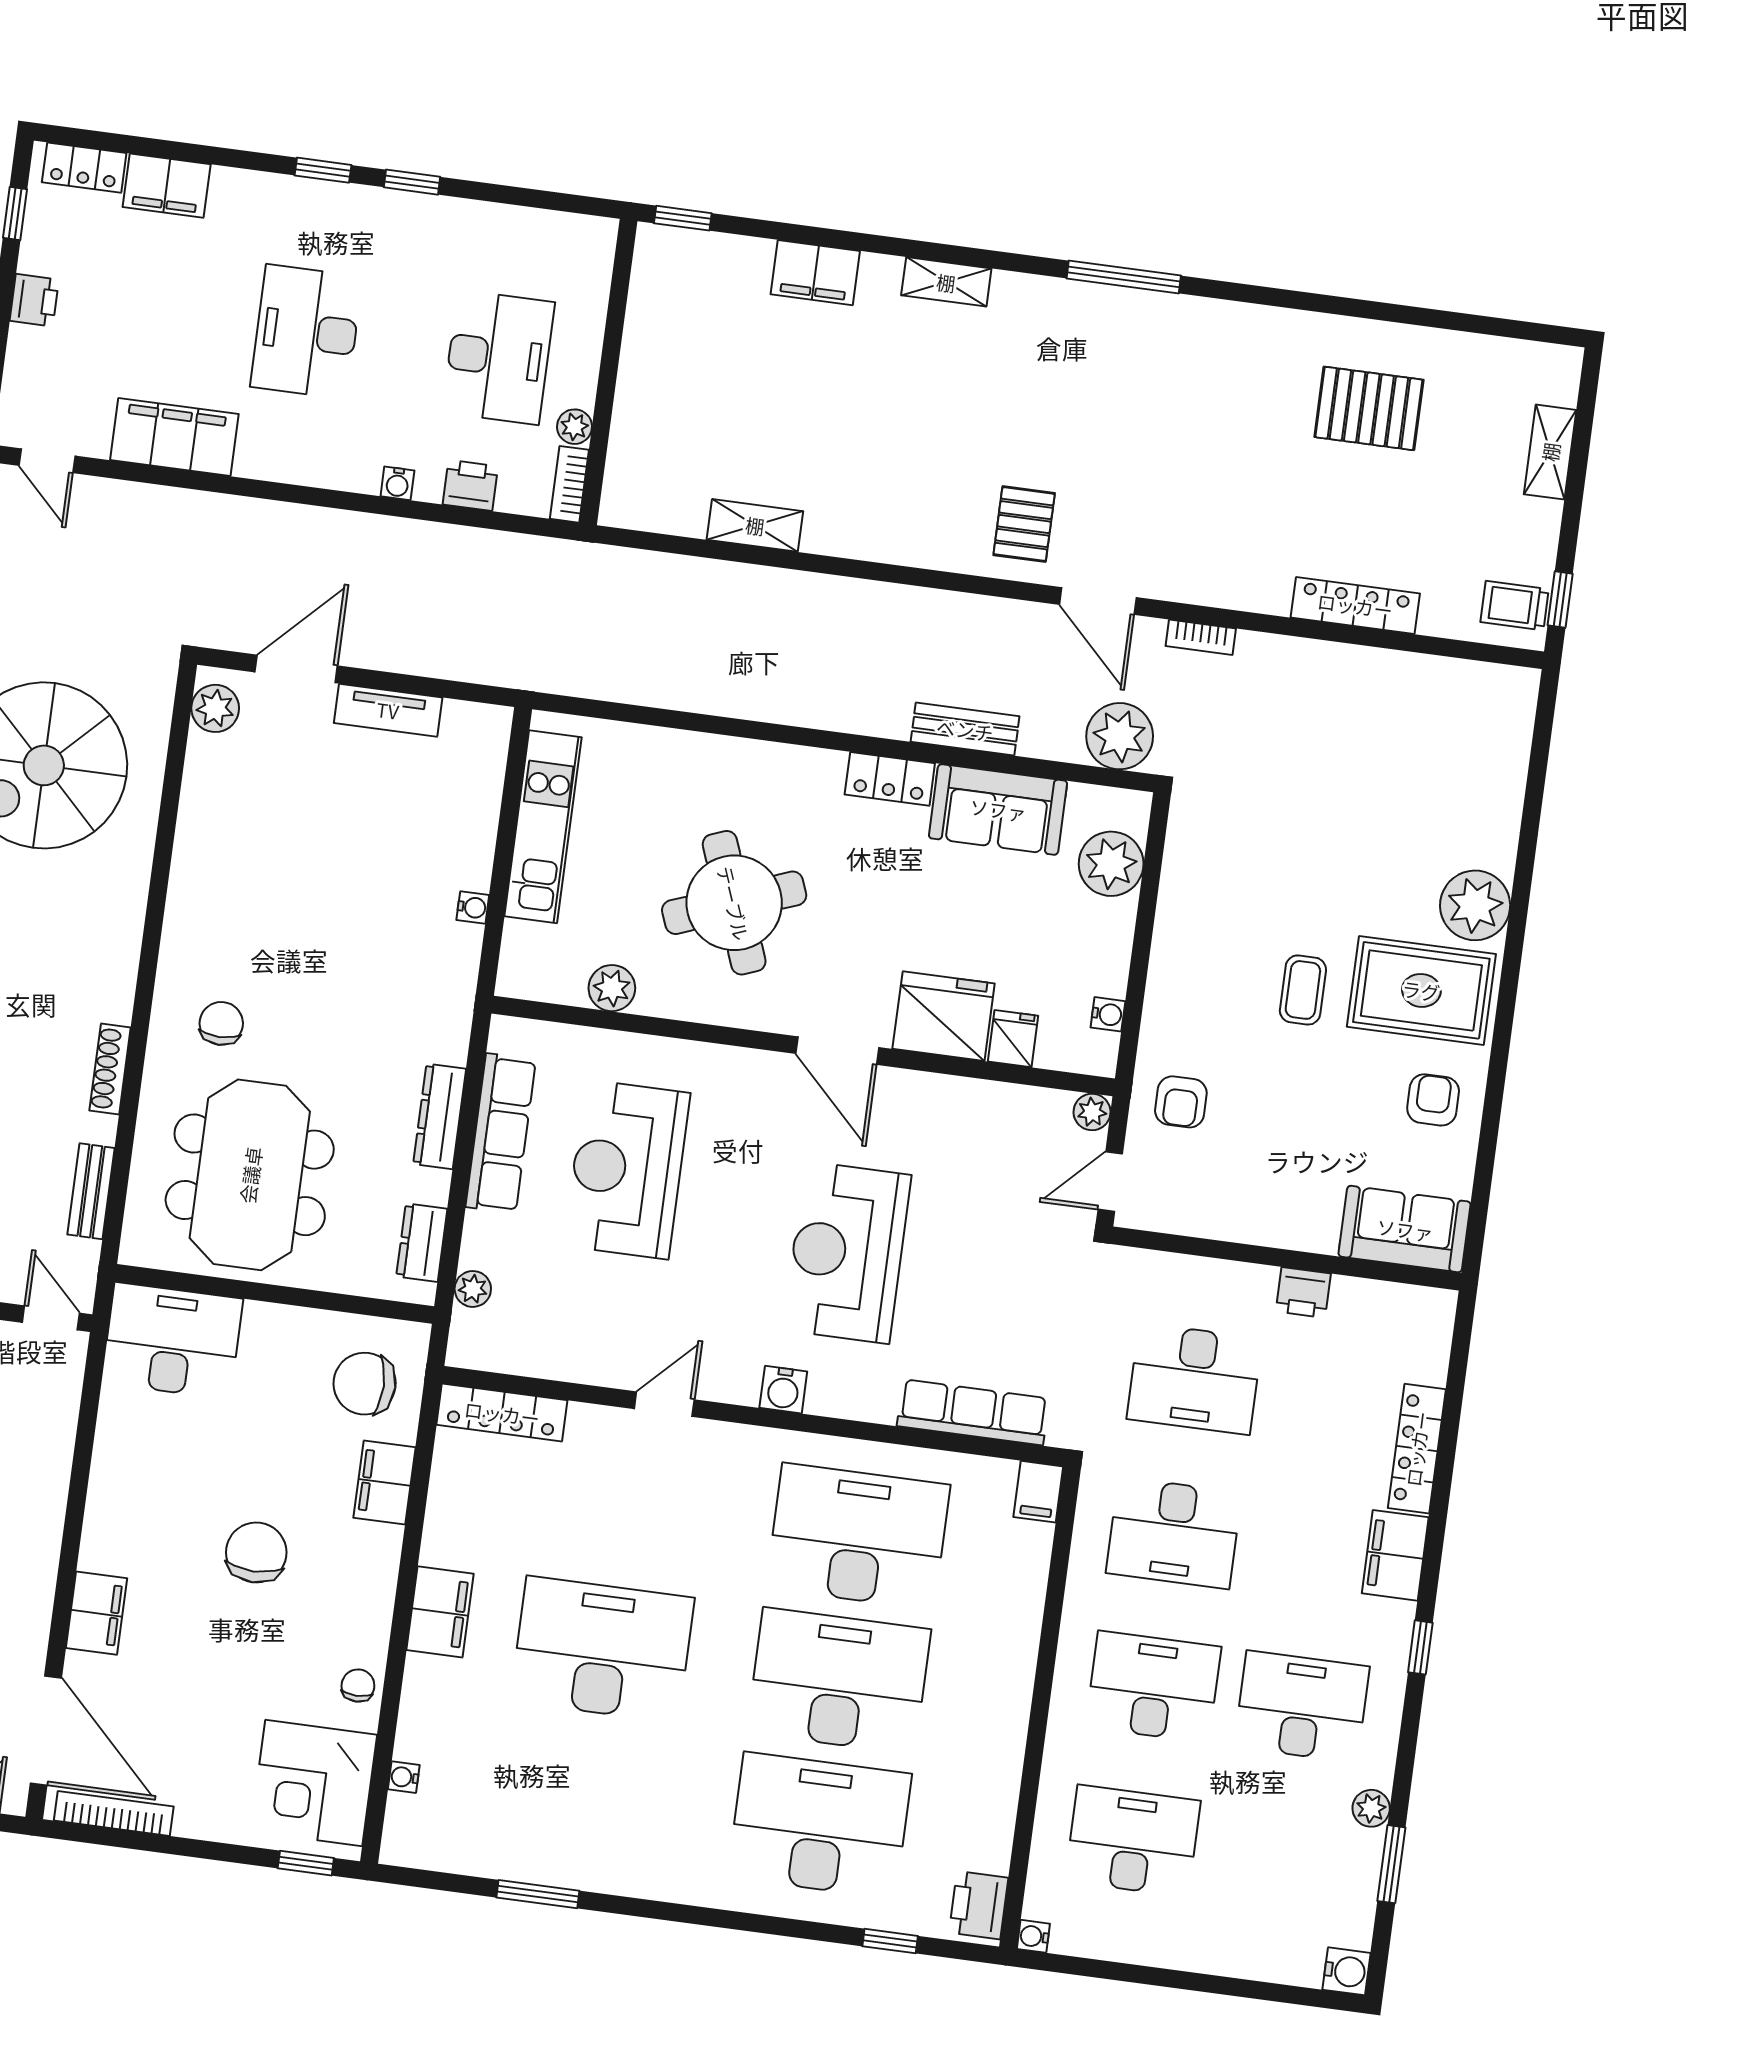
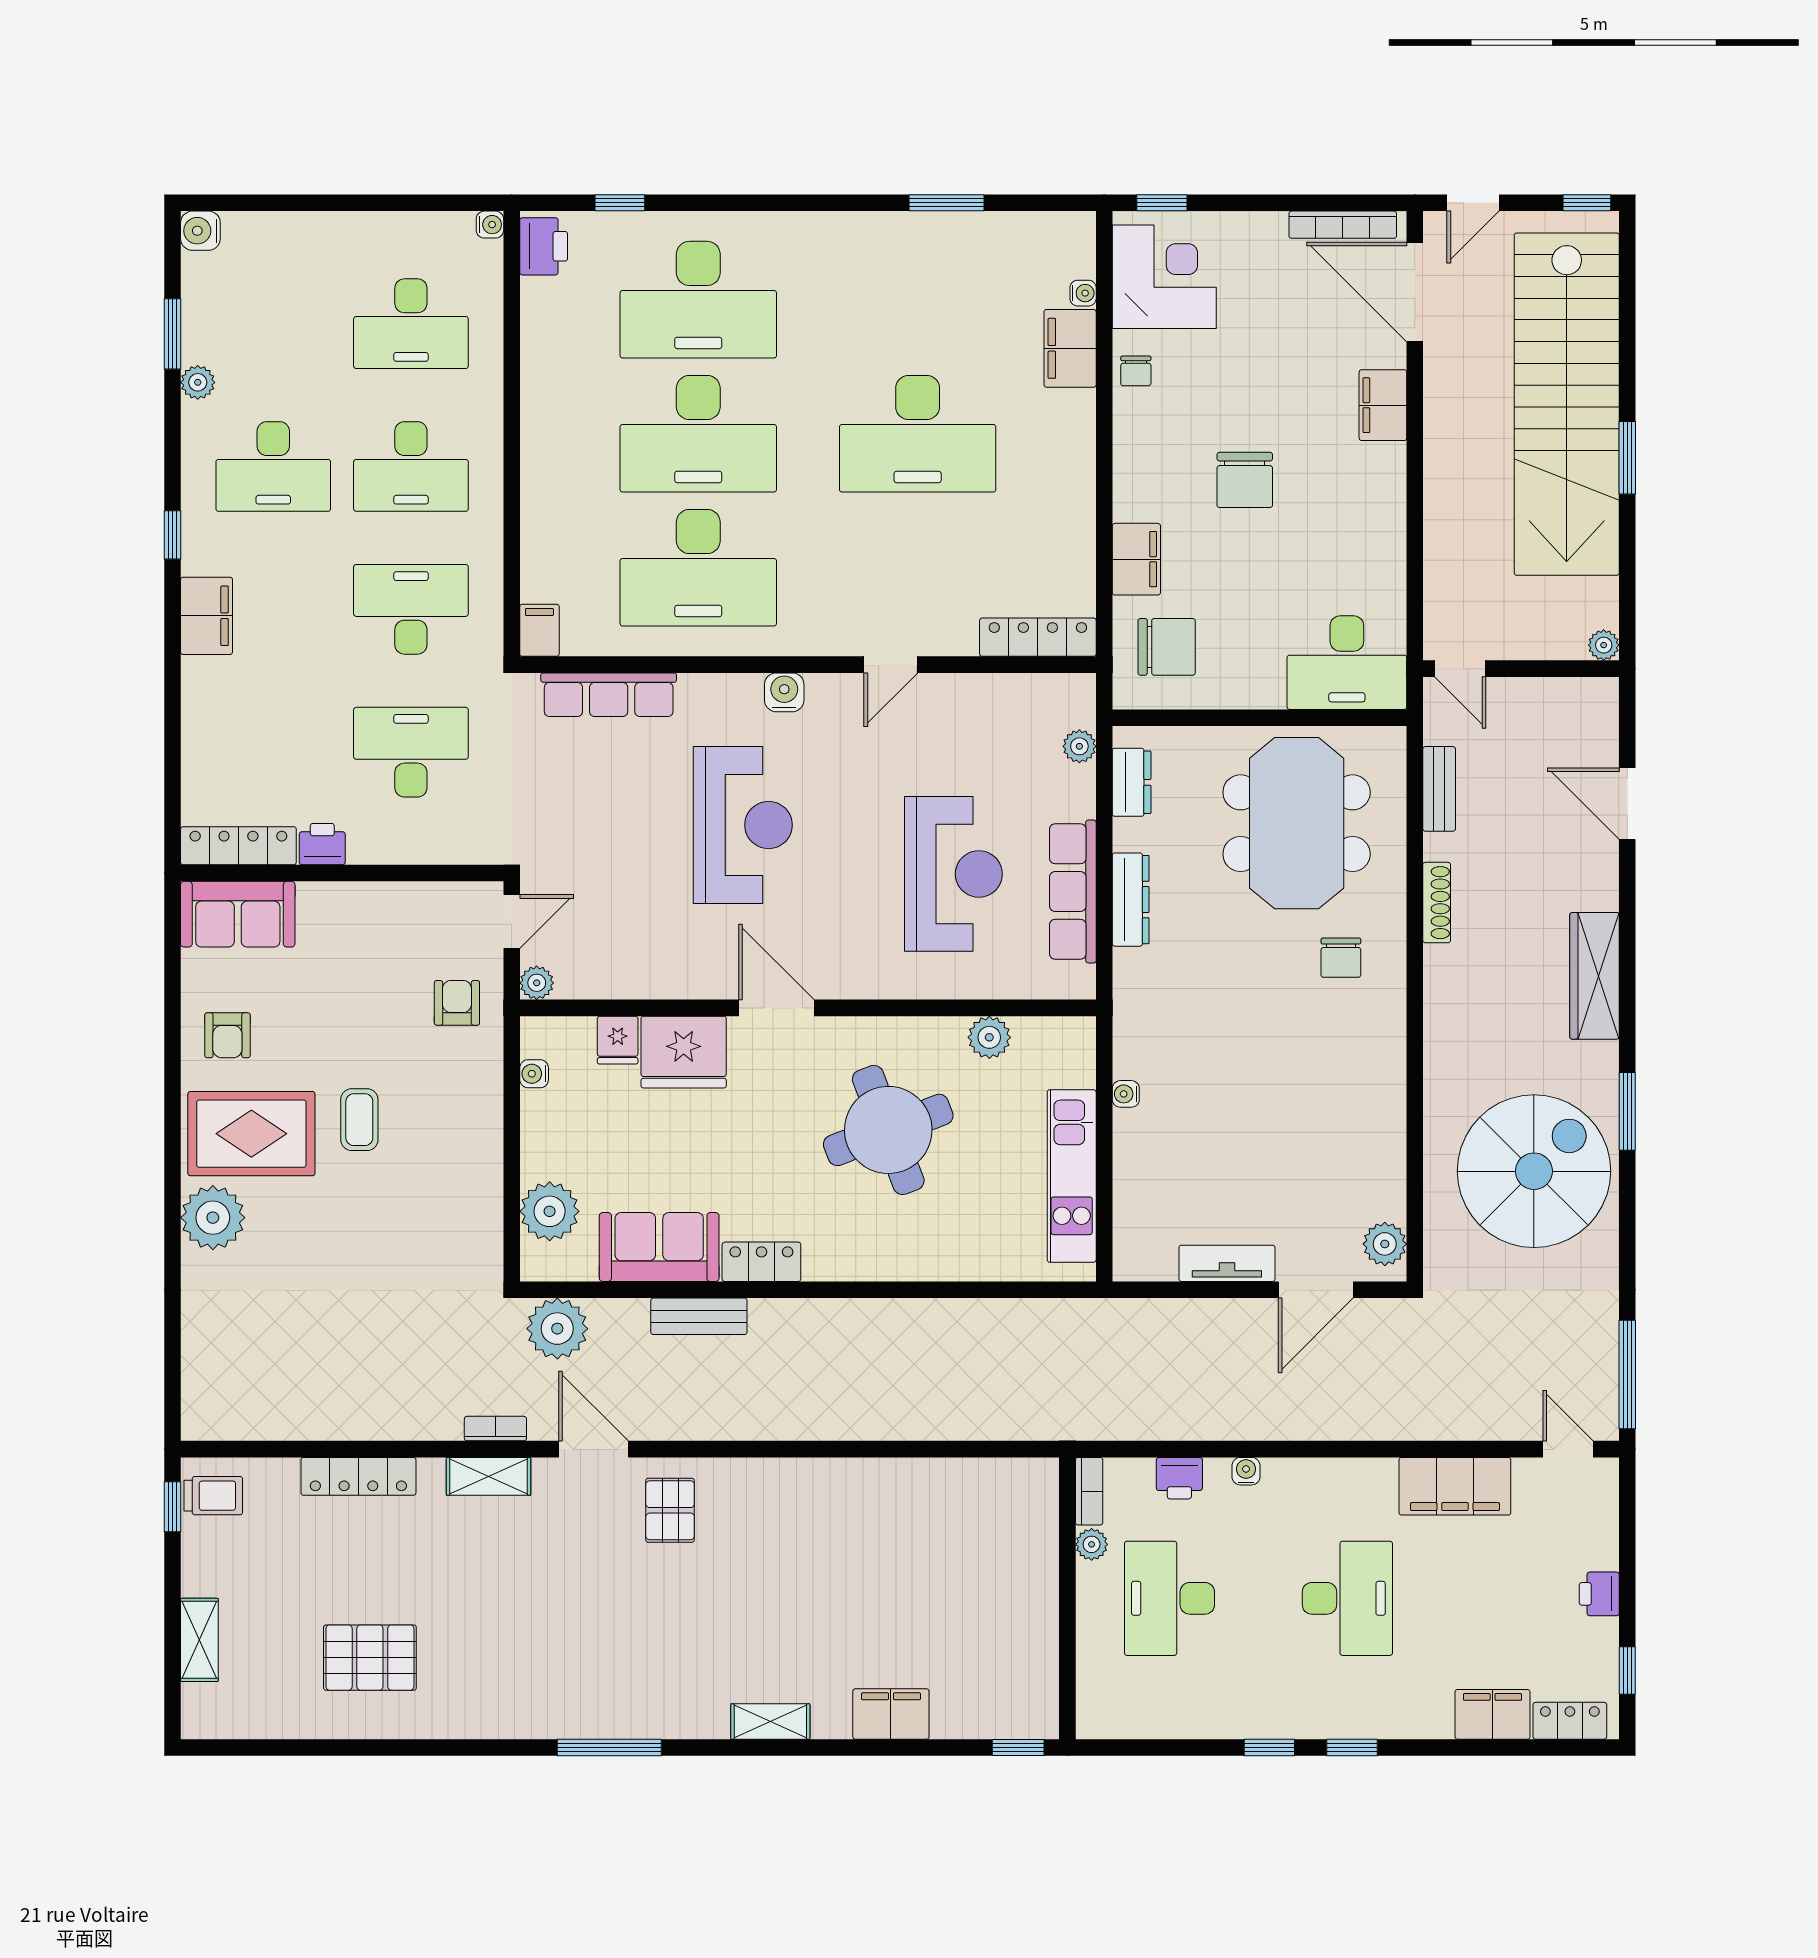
shelving: (755, 525) -> (488, 1476), moved
locker: (1417, 1449) -> (238, 846), moved, turned -90
filing cabinet: (440, 1612) -> (1070, 348), moved

